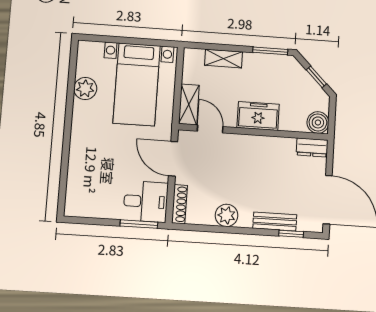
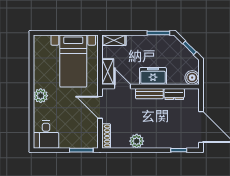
shelving: (224, 59) -> (114, 40), moved
plant: (85, 89) -> (41, 96), moved
dresser: (312, 147) -> (174, 94), moved
desk: (146, 202) -> (46, 135), moved, turned 90
bench: (275, 221) -> (149, 94), moved

